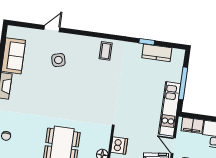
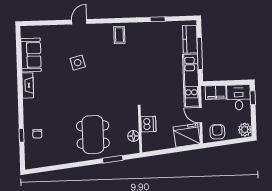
door: (52, 29) -> (79, 22), moved
kitchen counter: (157, 53) -> (190, 39), moved, turned 90
side table: (58, 60) -> (78, 63), moved

